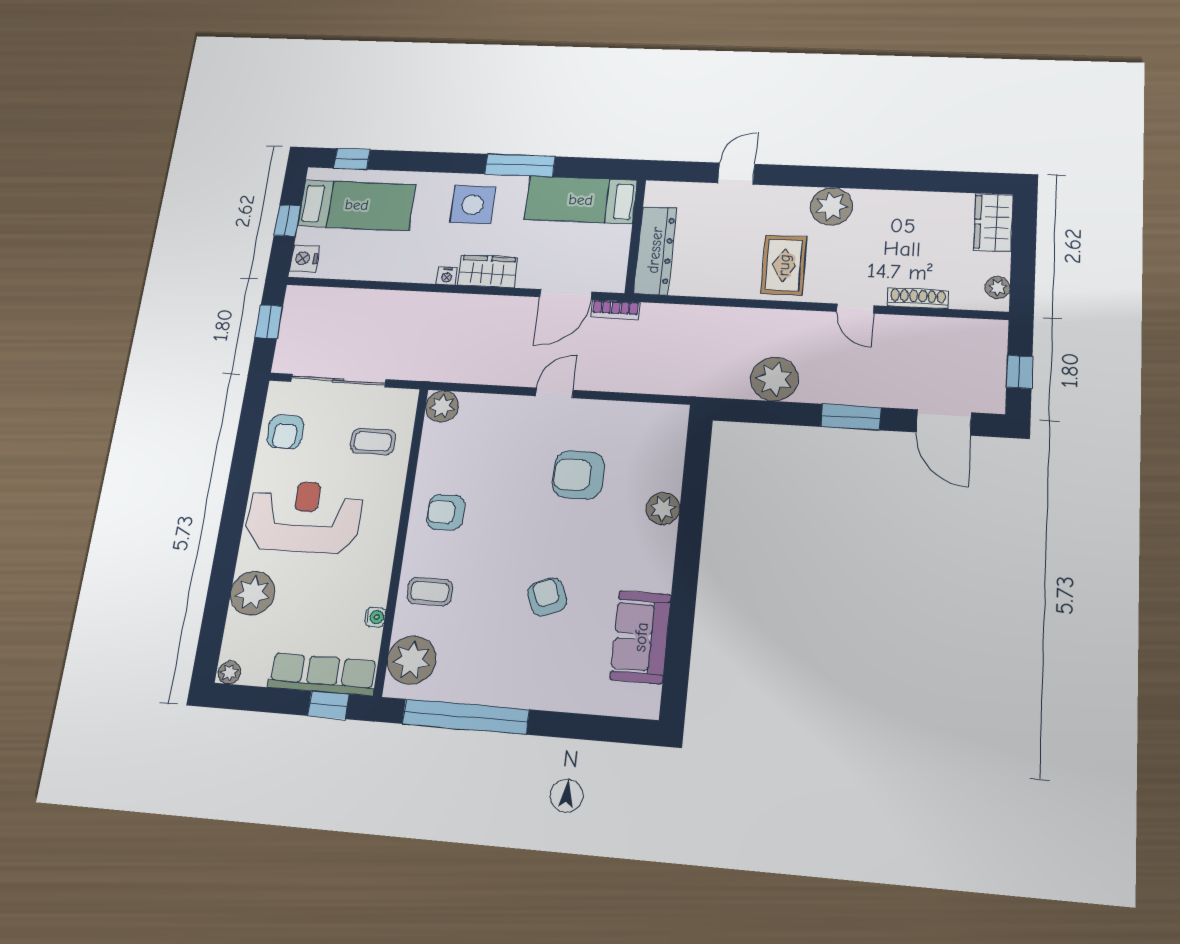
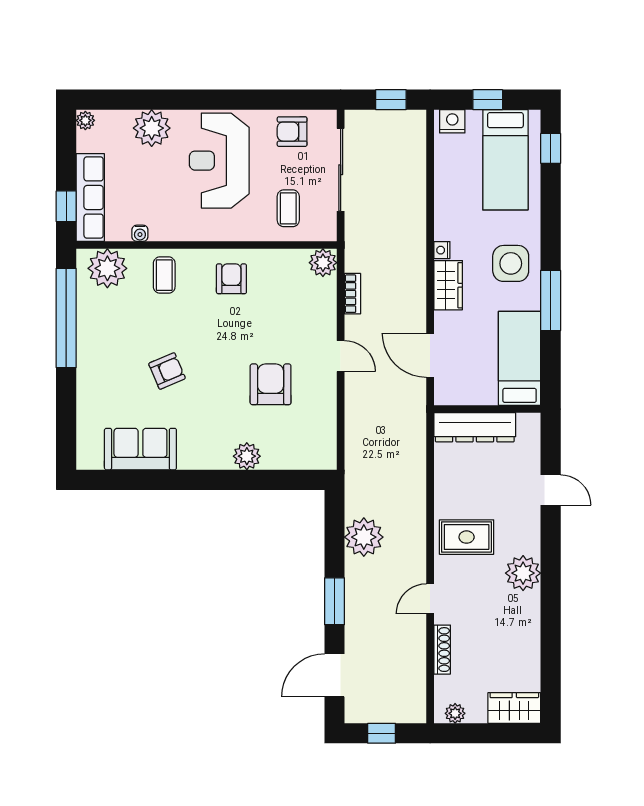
bookcase: (615, 310) -> (352, 294), moved, turned 180
reception desk: (304, 517) -> (219, 161), turned 180

